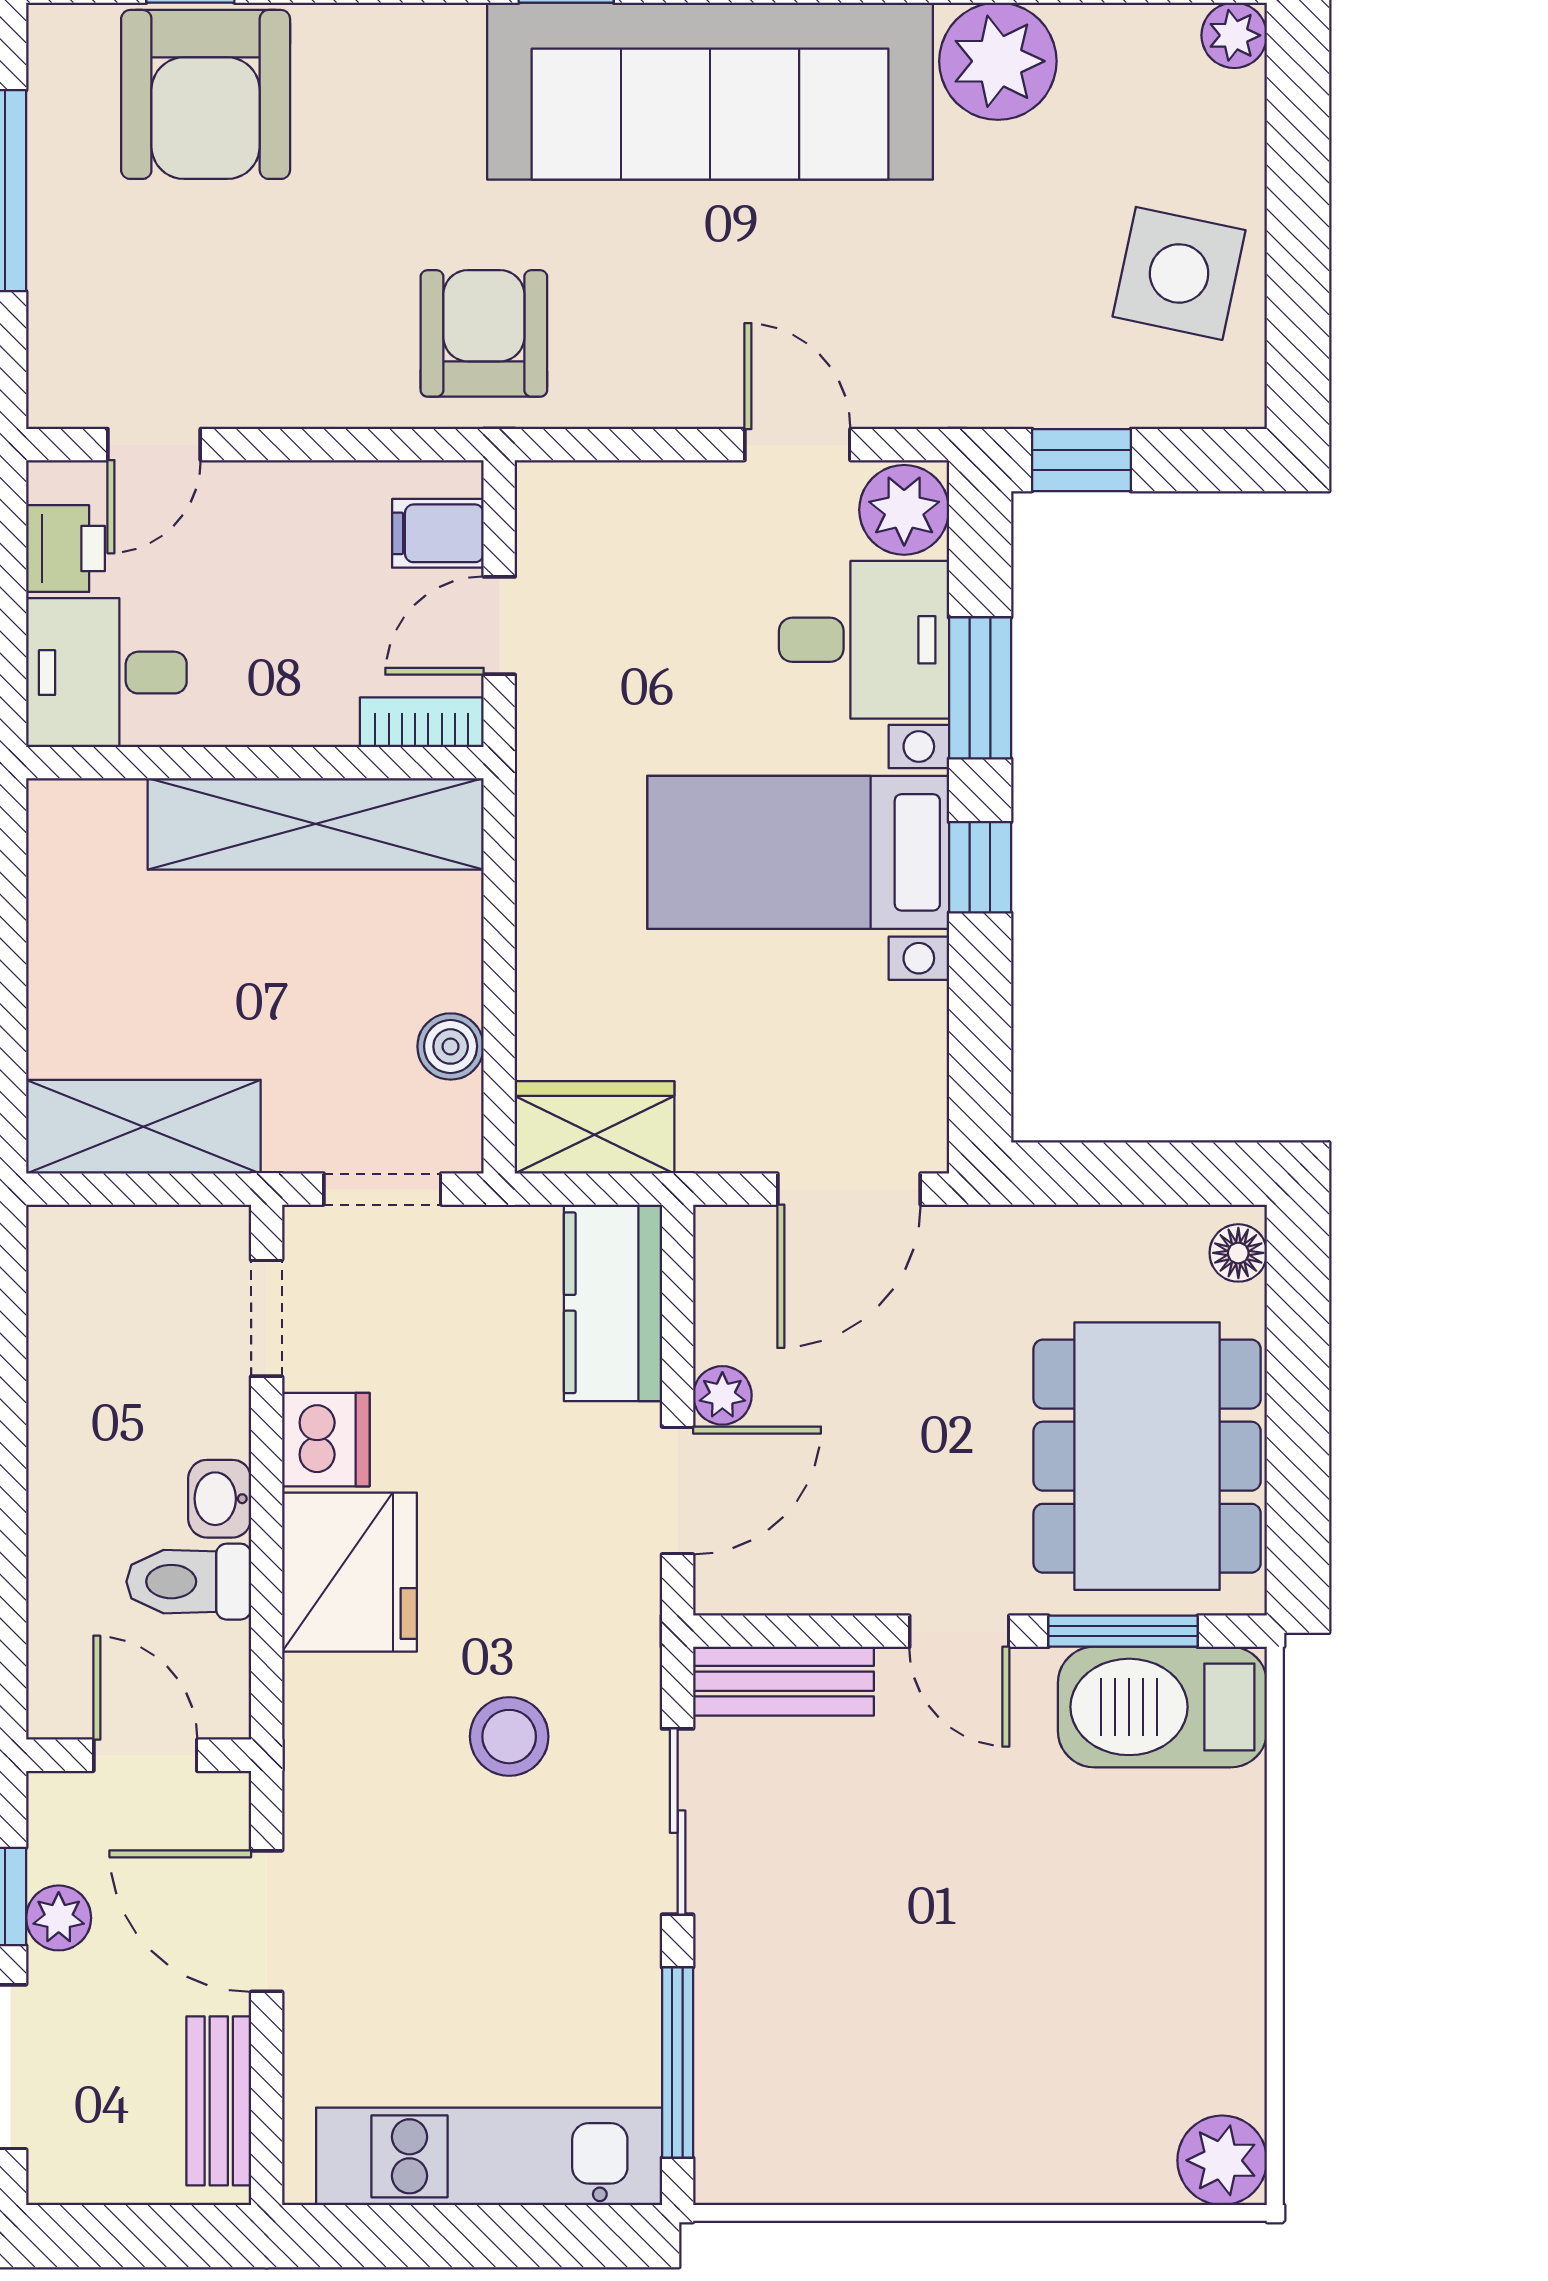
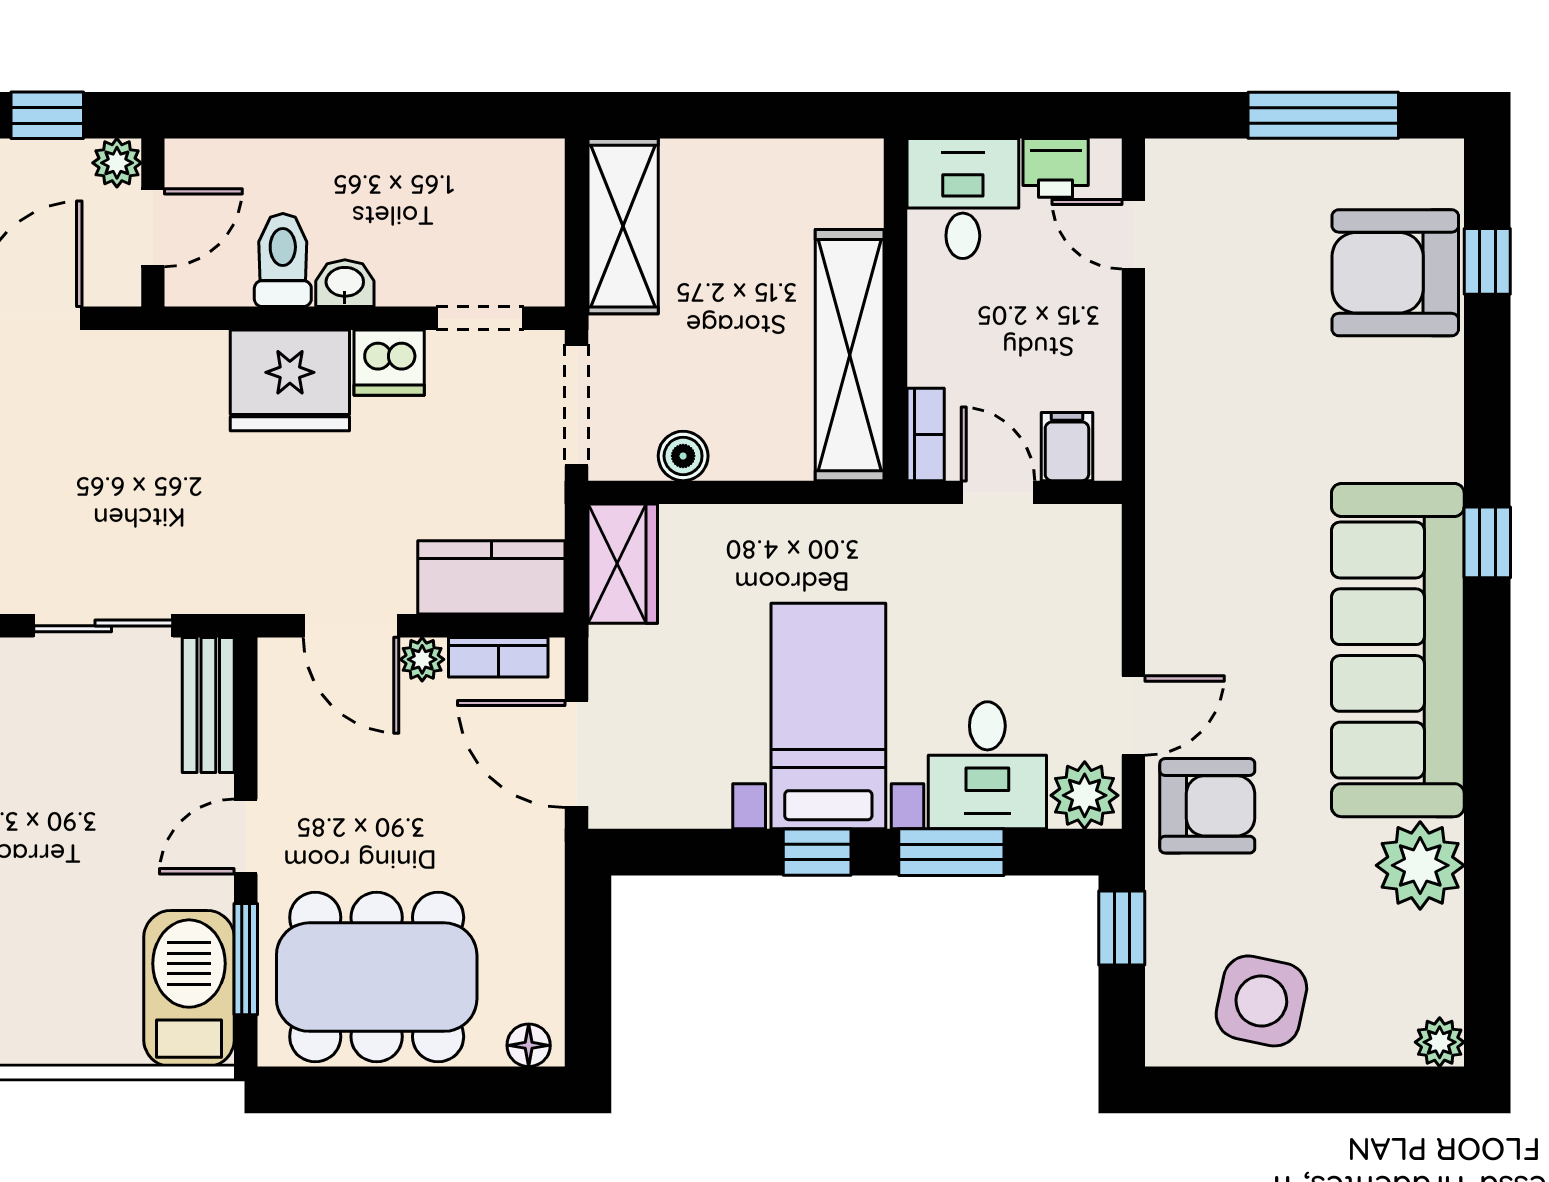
armchair: (484, 333) -> (1207, 806), moved
doorway: (382, 1189) -> (576, 405), width x1.38
bookcase: (720, 1294) -> (498, 657), added
stool: (509, 1737) -> (167, 500), removed
plant: (59, 1918) -> (117, 163), moved

